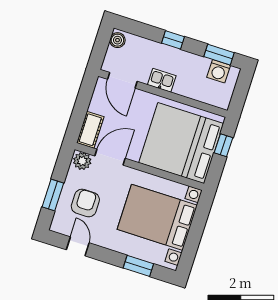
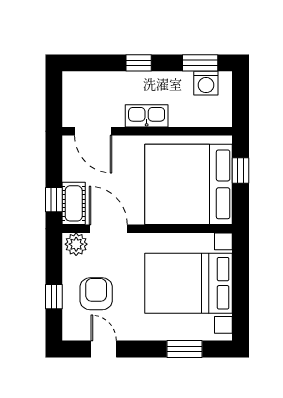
boiler: (117, 40) -> (72, 85), removed
kitchen sink: (162, 80) -> (147, 116), width x1.38
window: (76, 122) -> (54, 200), added
door: (110, 157) -> (108, 229), hinge flipped
window: (53, 195) -> (54, 297), width x0.67

